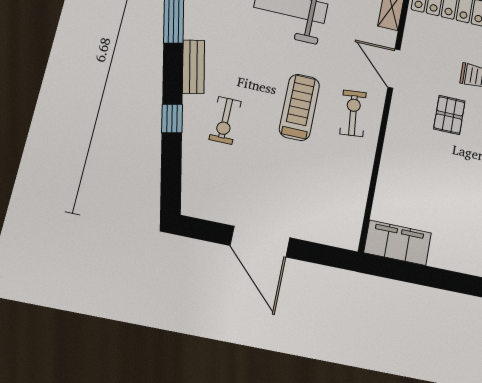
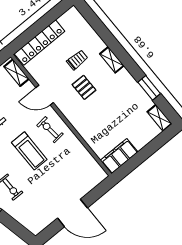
treadmill: (299, 107) -> (29, 151), turned 180

